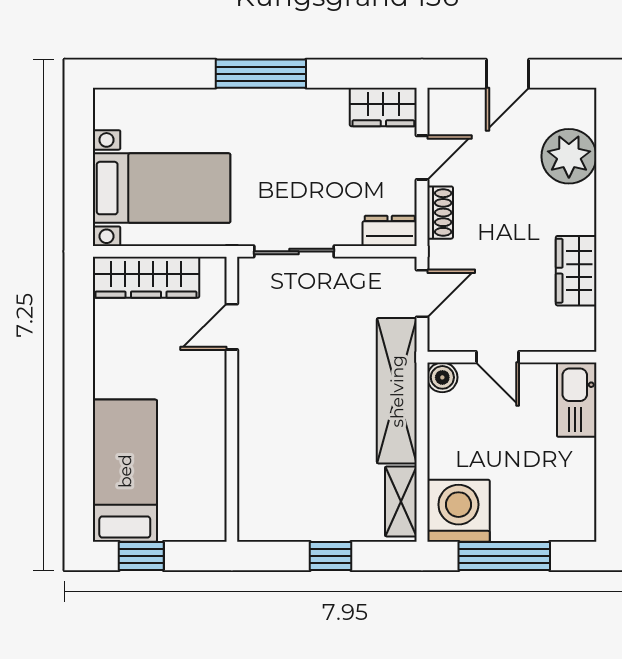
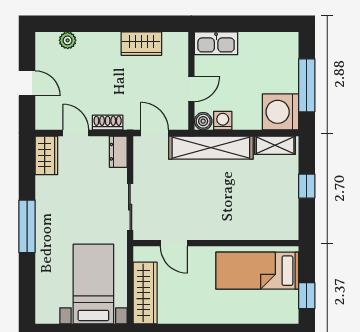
plant: (569, 156) -> (68, 40), width x0.53, depth x0.53
washing machine: (443, 411) -> (223, 121), added
bed: (125, 471) -> (257, 271), moved

